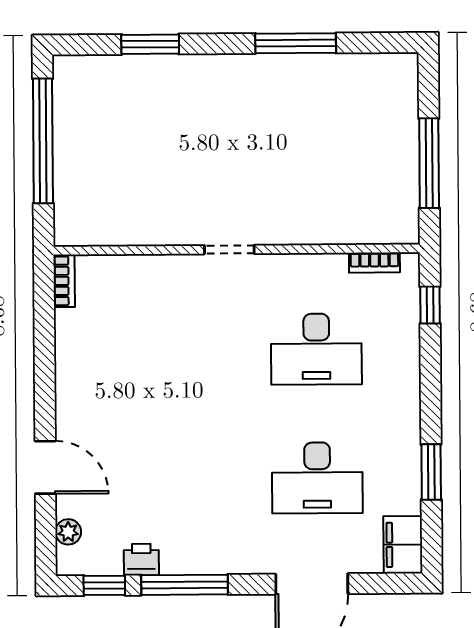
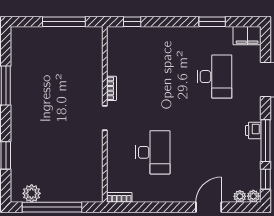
plant: (71, 98) -> (32, 193), added
bookcase: (374, 263) -> (111, 88), moved
desk: (316, 349) -> (153, 152), moved
plant: (69, 560) -> (253, 196), added
printer: (141, 560) -> (253, 130), moved

